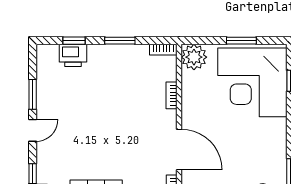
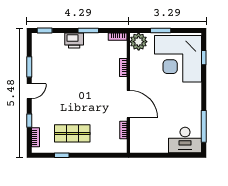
window: (74, 41) -> (45, 30), moved
window: (241, 41) -> (161, 30), moved
printer: (73, 55) -> (74, 40), moved

